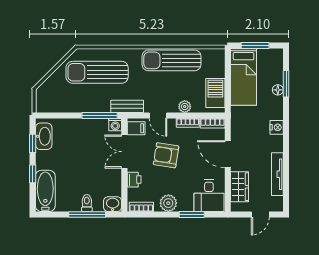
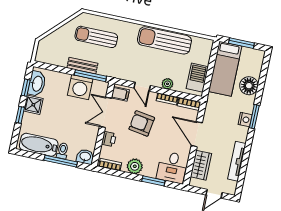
sun lounger: (97, 72) -> (96, 37), width x0.73, depth x0.75
window: (286, 84) -> (254, 117), moved
floor lamp: (278, 90) -> (249, 86), width x1.89, depth x1.89
bench: (127, 106) -> (82, 66), moved
washing machine: (115, 125) -> (80, 87), moved, width x1.89, depth x1.89
shower: (45, 160) -> (33, 105), added
bathtub: (45, 191) -> (39, 145), moved, turned -90

